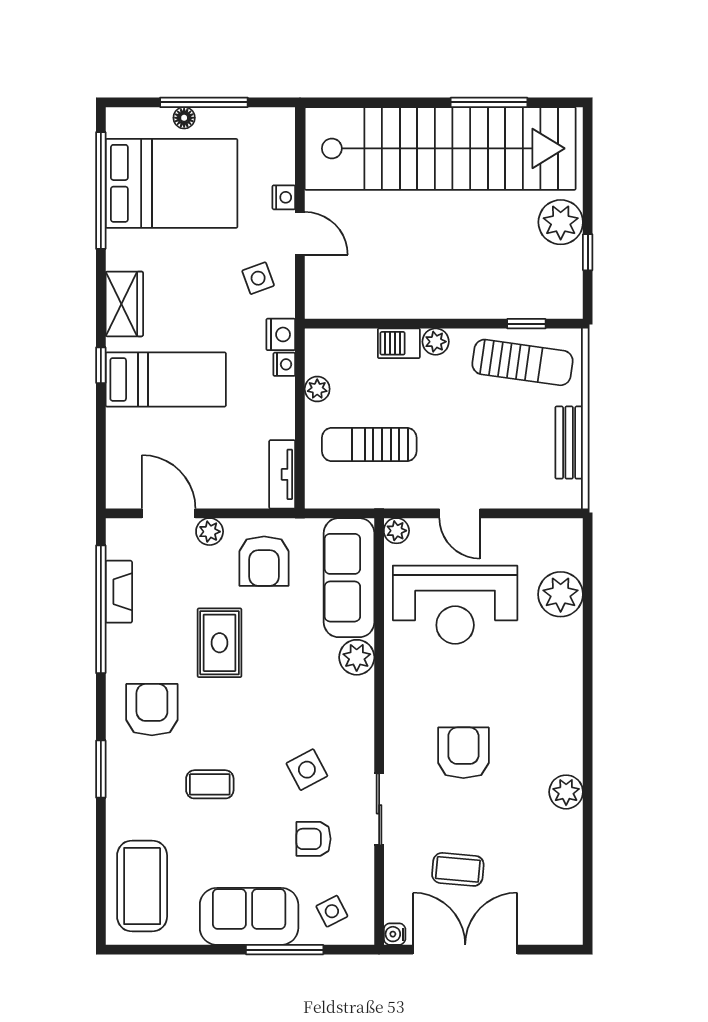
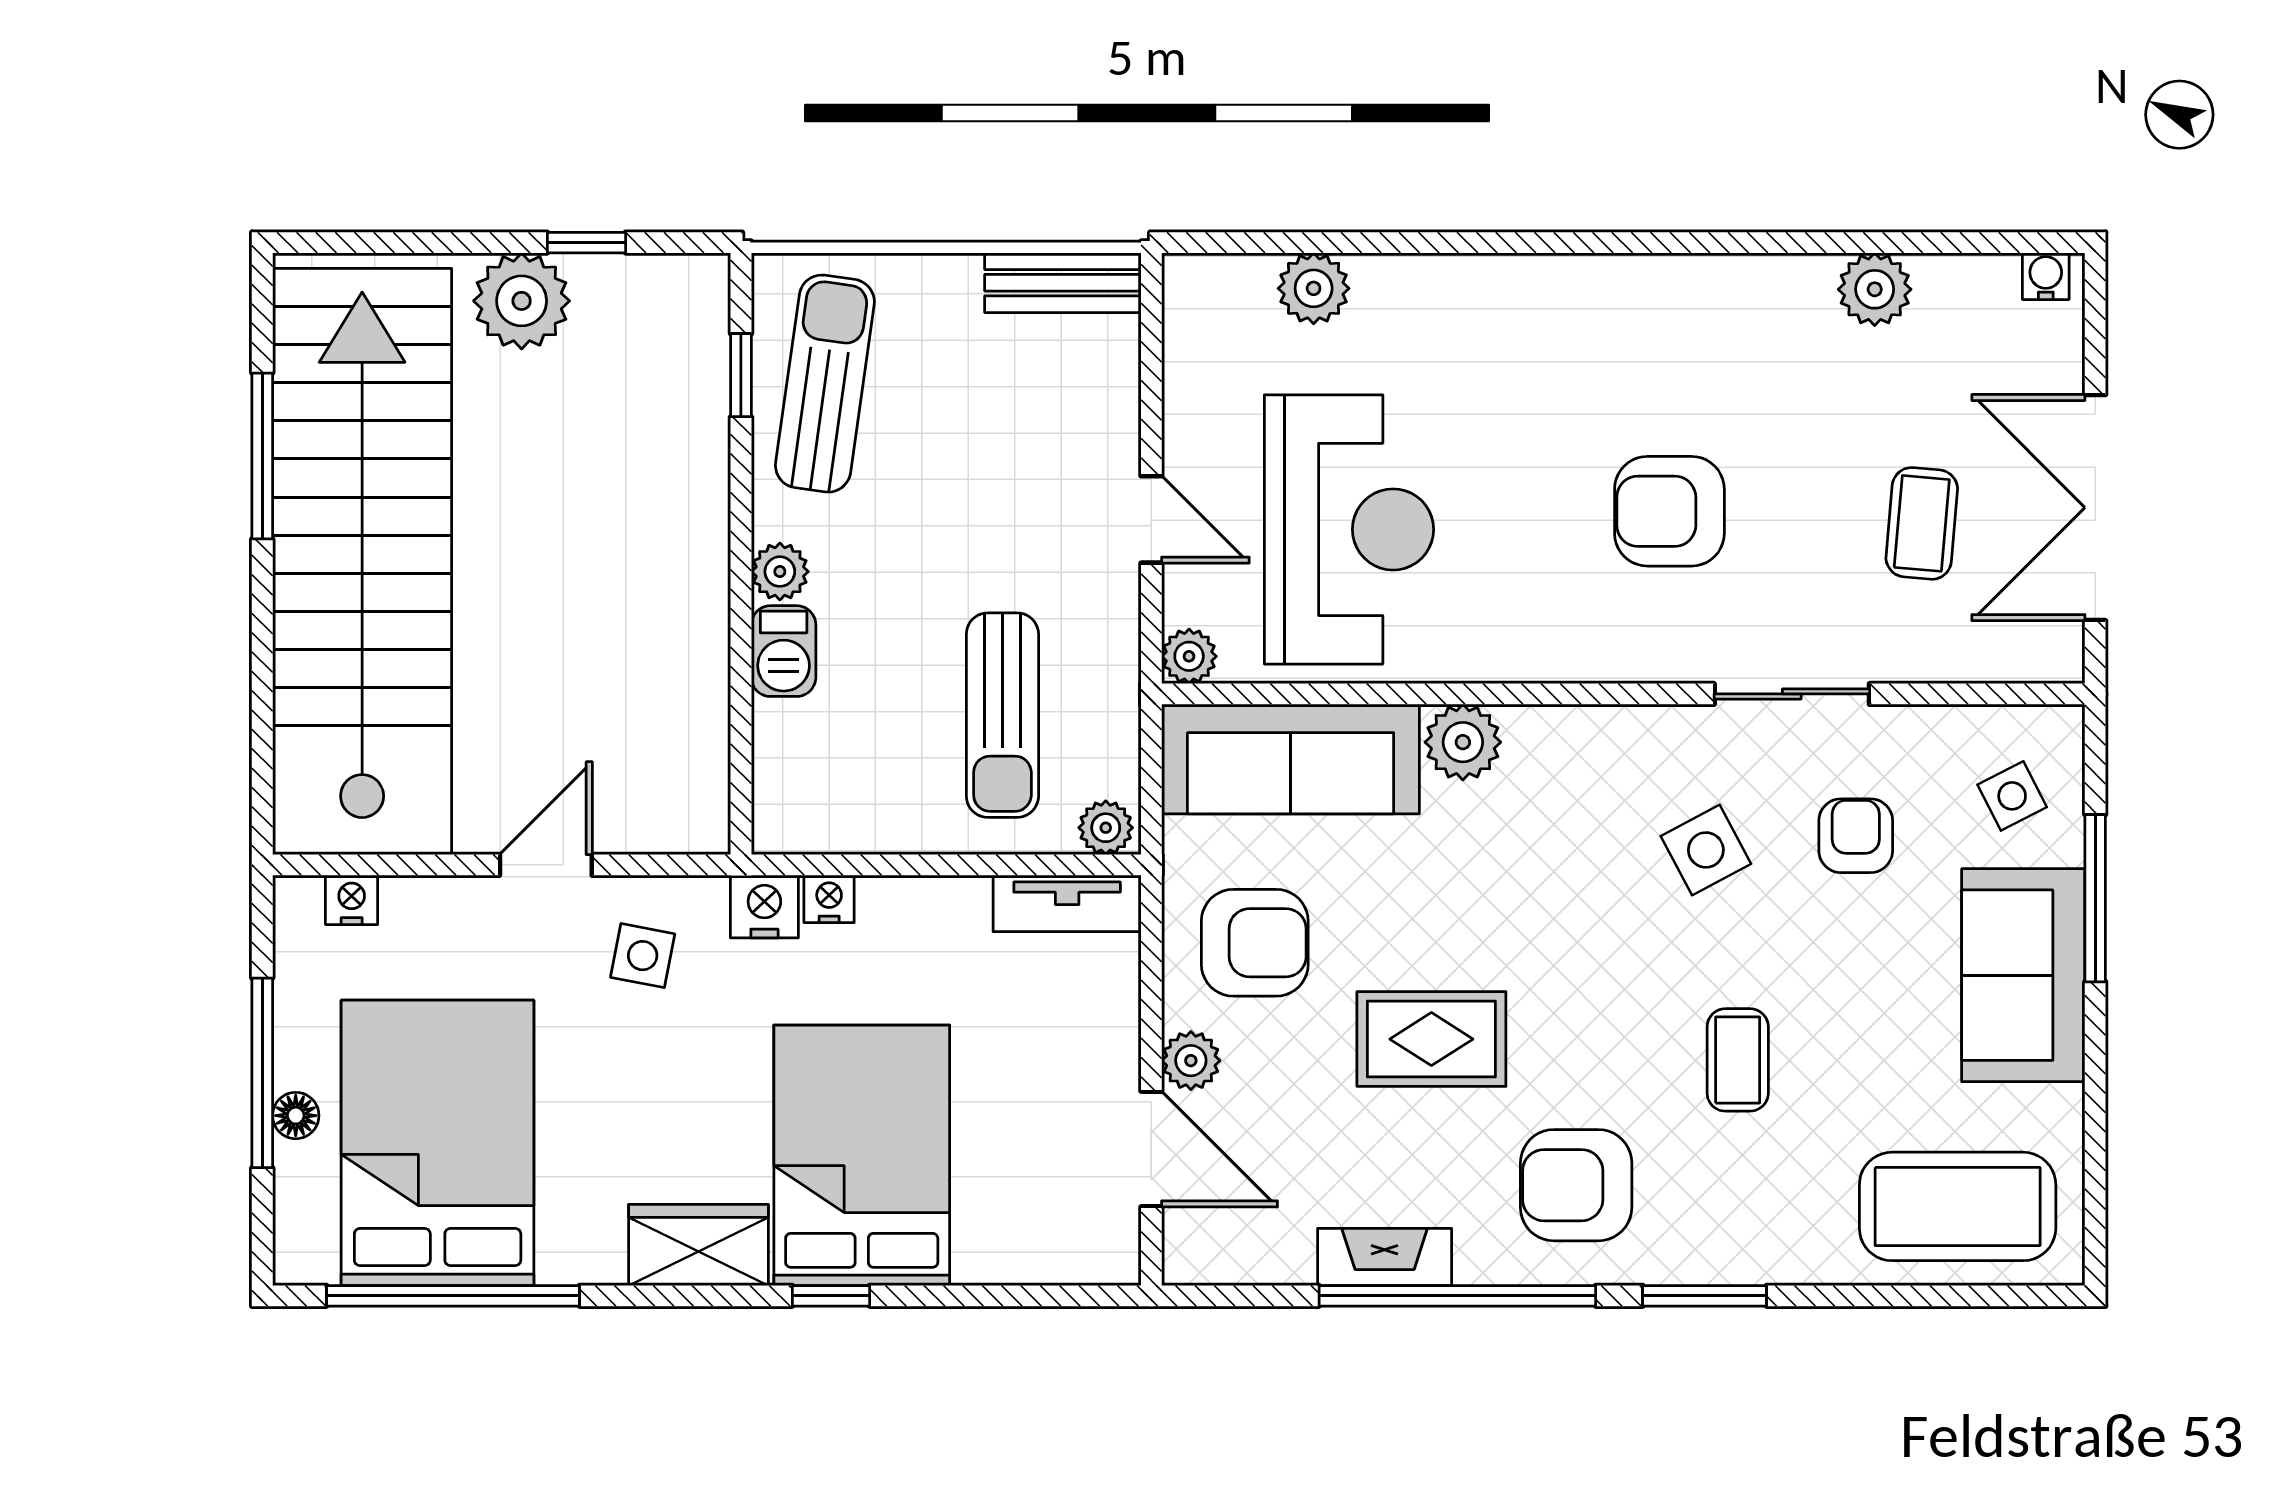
nightstand: (284, 197) -> (352, 900), moved
side table: (258, 278) -> (643, 956), turned 31
bed: (166, 379) -> (862, 1155), width x1.50
plant: (317, 389) -> (1106, 828), moved
bench: (569, 443) -> (1063, 283), moved
door: (169, 513) -> (1151, 1149), swing flipped
door: (460, 513) -> (1151, 519), hinge flipped
fireplace: (119, 592) -> (1385, 1257), moved
plant: (561, 594) -> (1314, 288), width x0.73, depth x0.73
window: (101, 609) -> (1457, 1296), moved
plant: (566, 792) -> (1875, 289), moved
armchair: (313, 839) -> (1856, 836), turned 180
water cooler: (395, 934) -> (2046, 276), moved, turned 180

